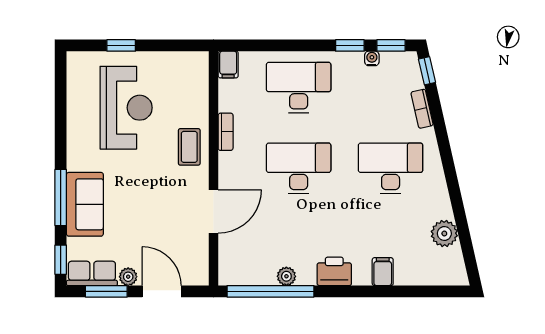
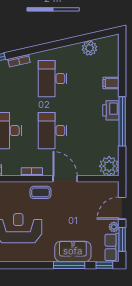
door: (214, 212) -> (65, 179), moved
plant: (286, 276) -> (109, 166), moved, width x1.87, depth x1.87
window: (271, 291) -> (122, 121), moved

